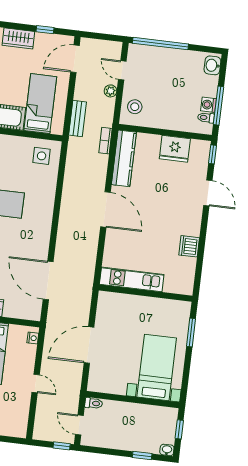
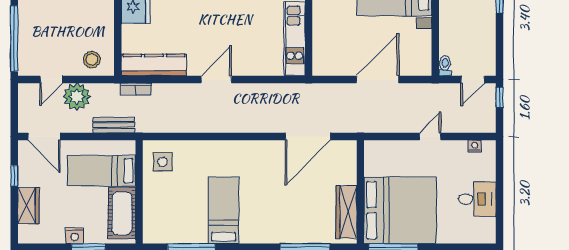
plant: (110, 91) -> (77, 97), width x1.88, depth x1.88
door: (105, 209) -> (216, 79), width x0.73
nightstand: (33, 338) -> (475, 146), moved
door: (89, 345) -> (378, 79), swing flipped

